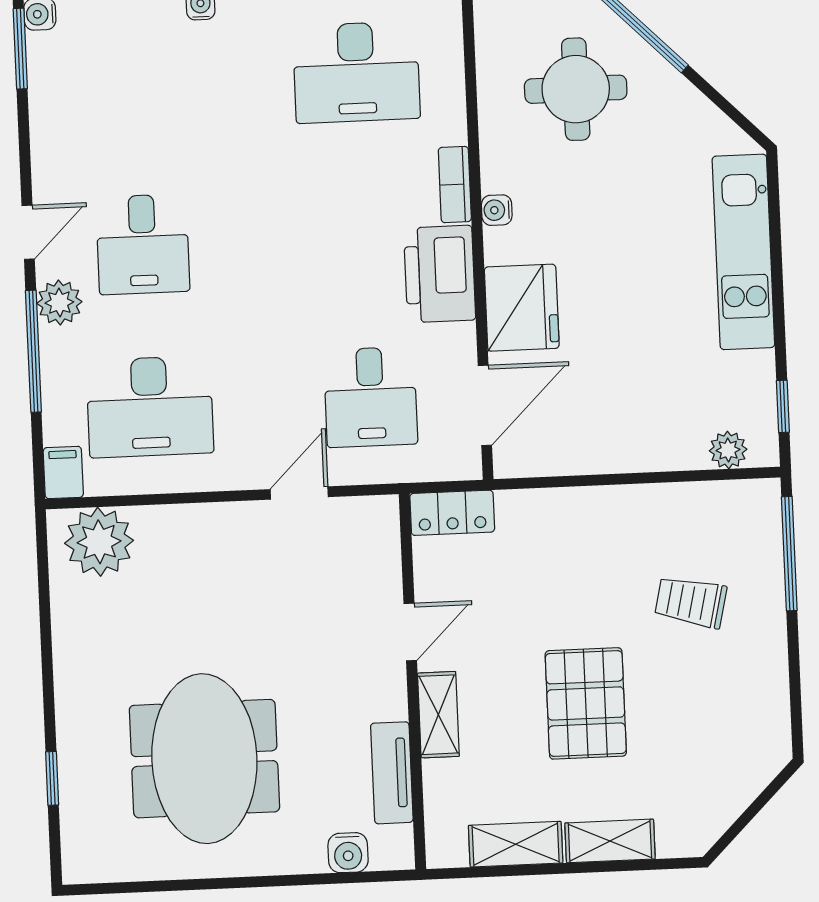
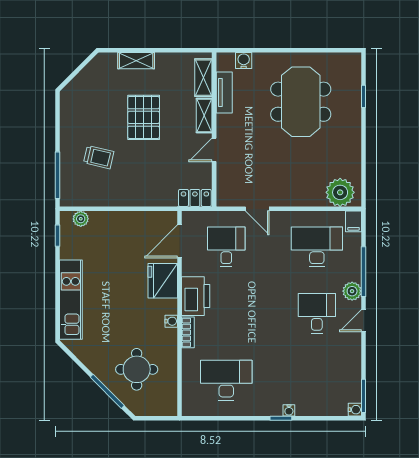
door: (299, 493) -> (257, 209), hinge flipped
shelving: (516, 844) -> (203, 78), moved, turned 90

